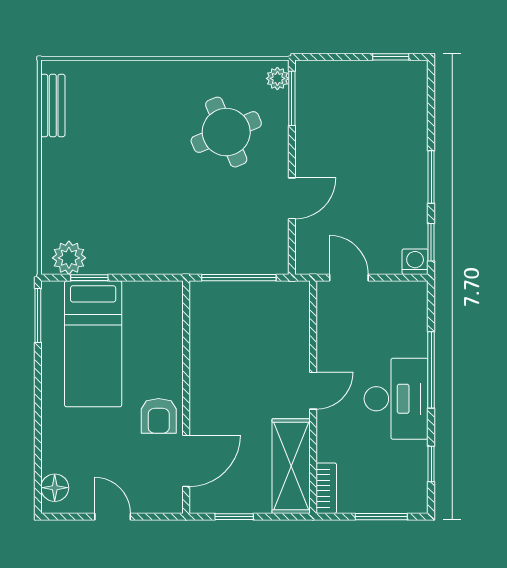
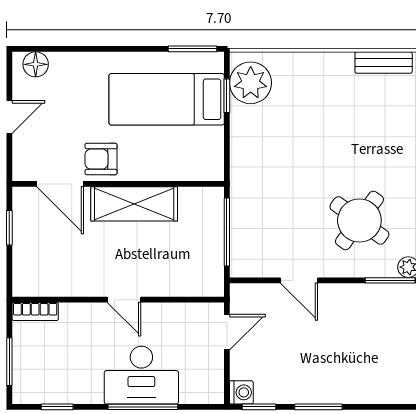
round table: (226, 132) -> (359, 220), turned -31
plant: (69, 258) -> (251, 83), width x1.36, depth x1.36
desk: (396, 399) -> (141, 375), moved
shelving: (291, 466) -> (134, 204), moved

